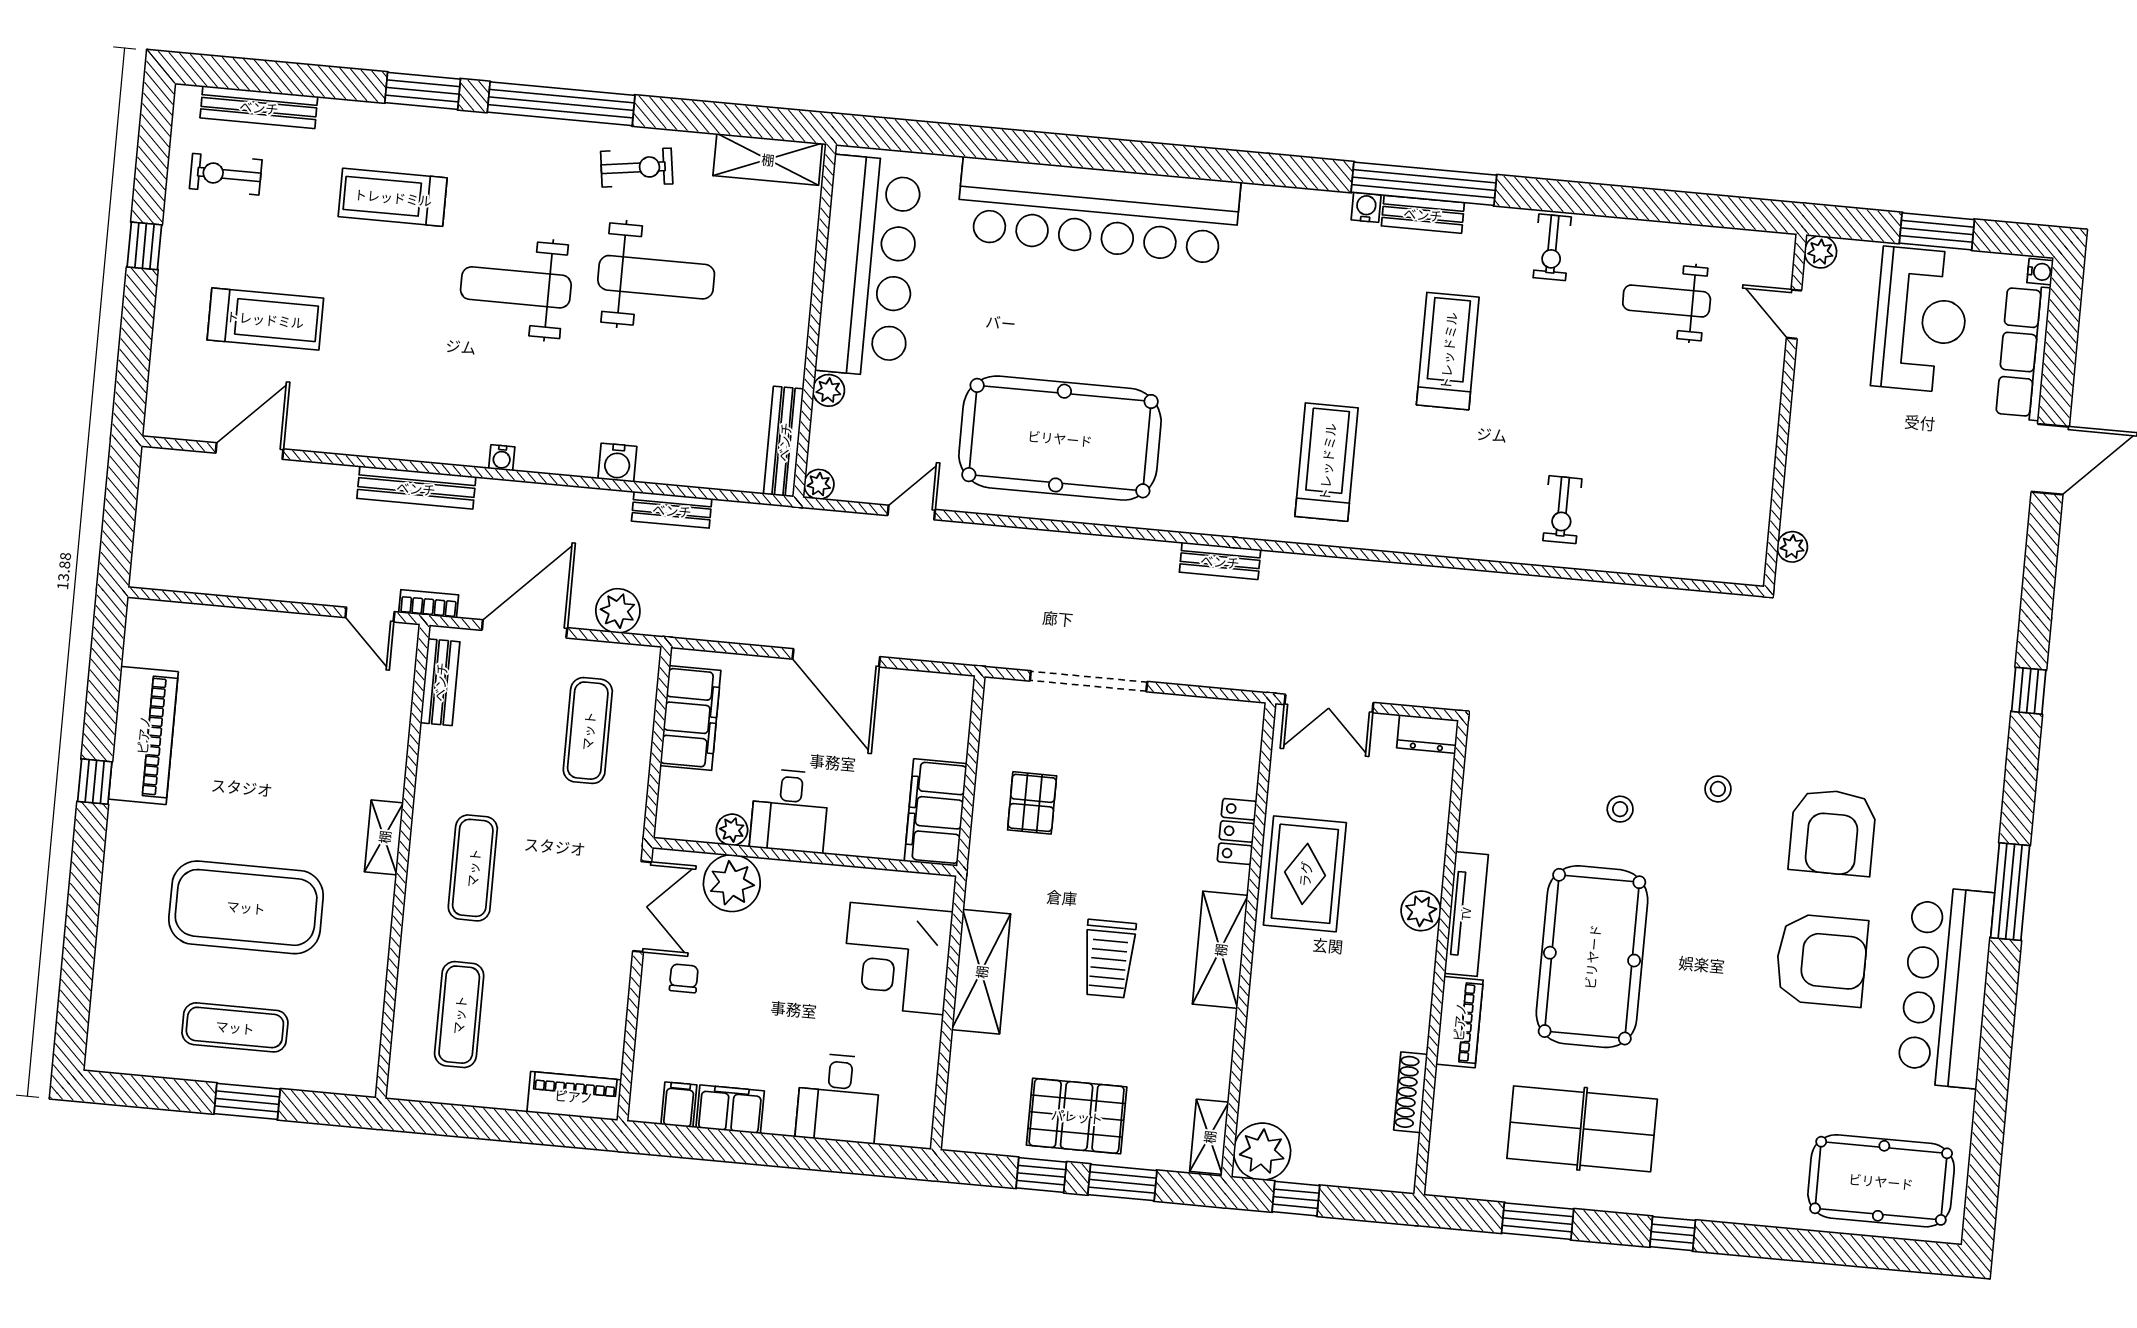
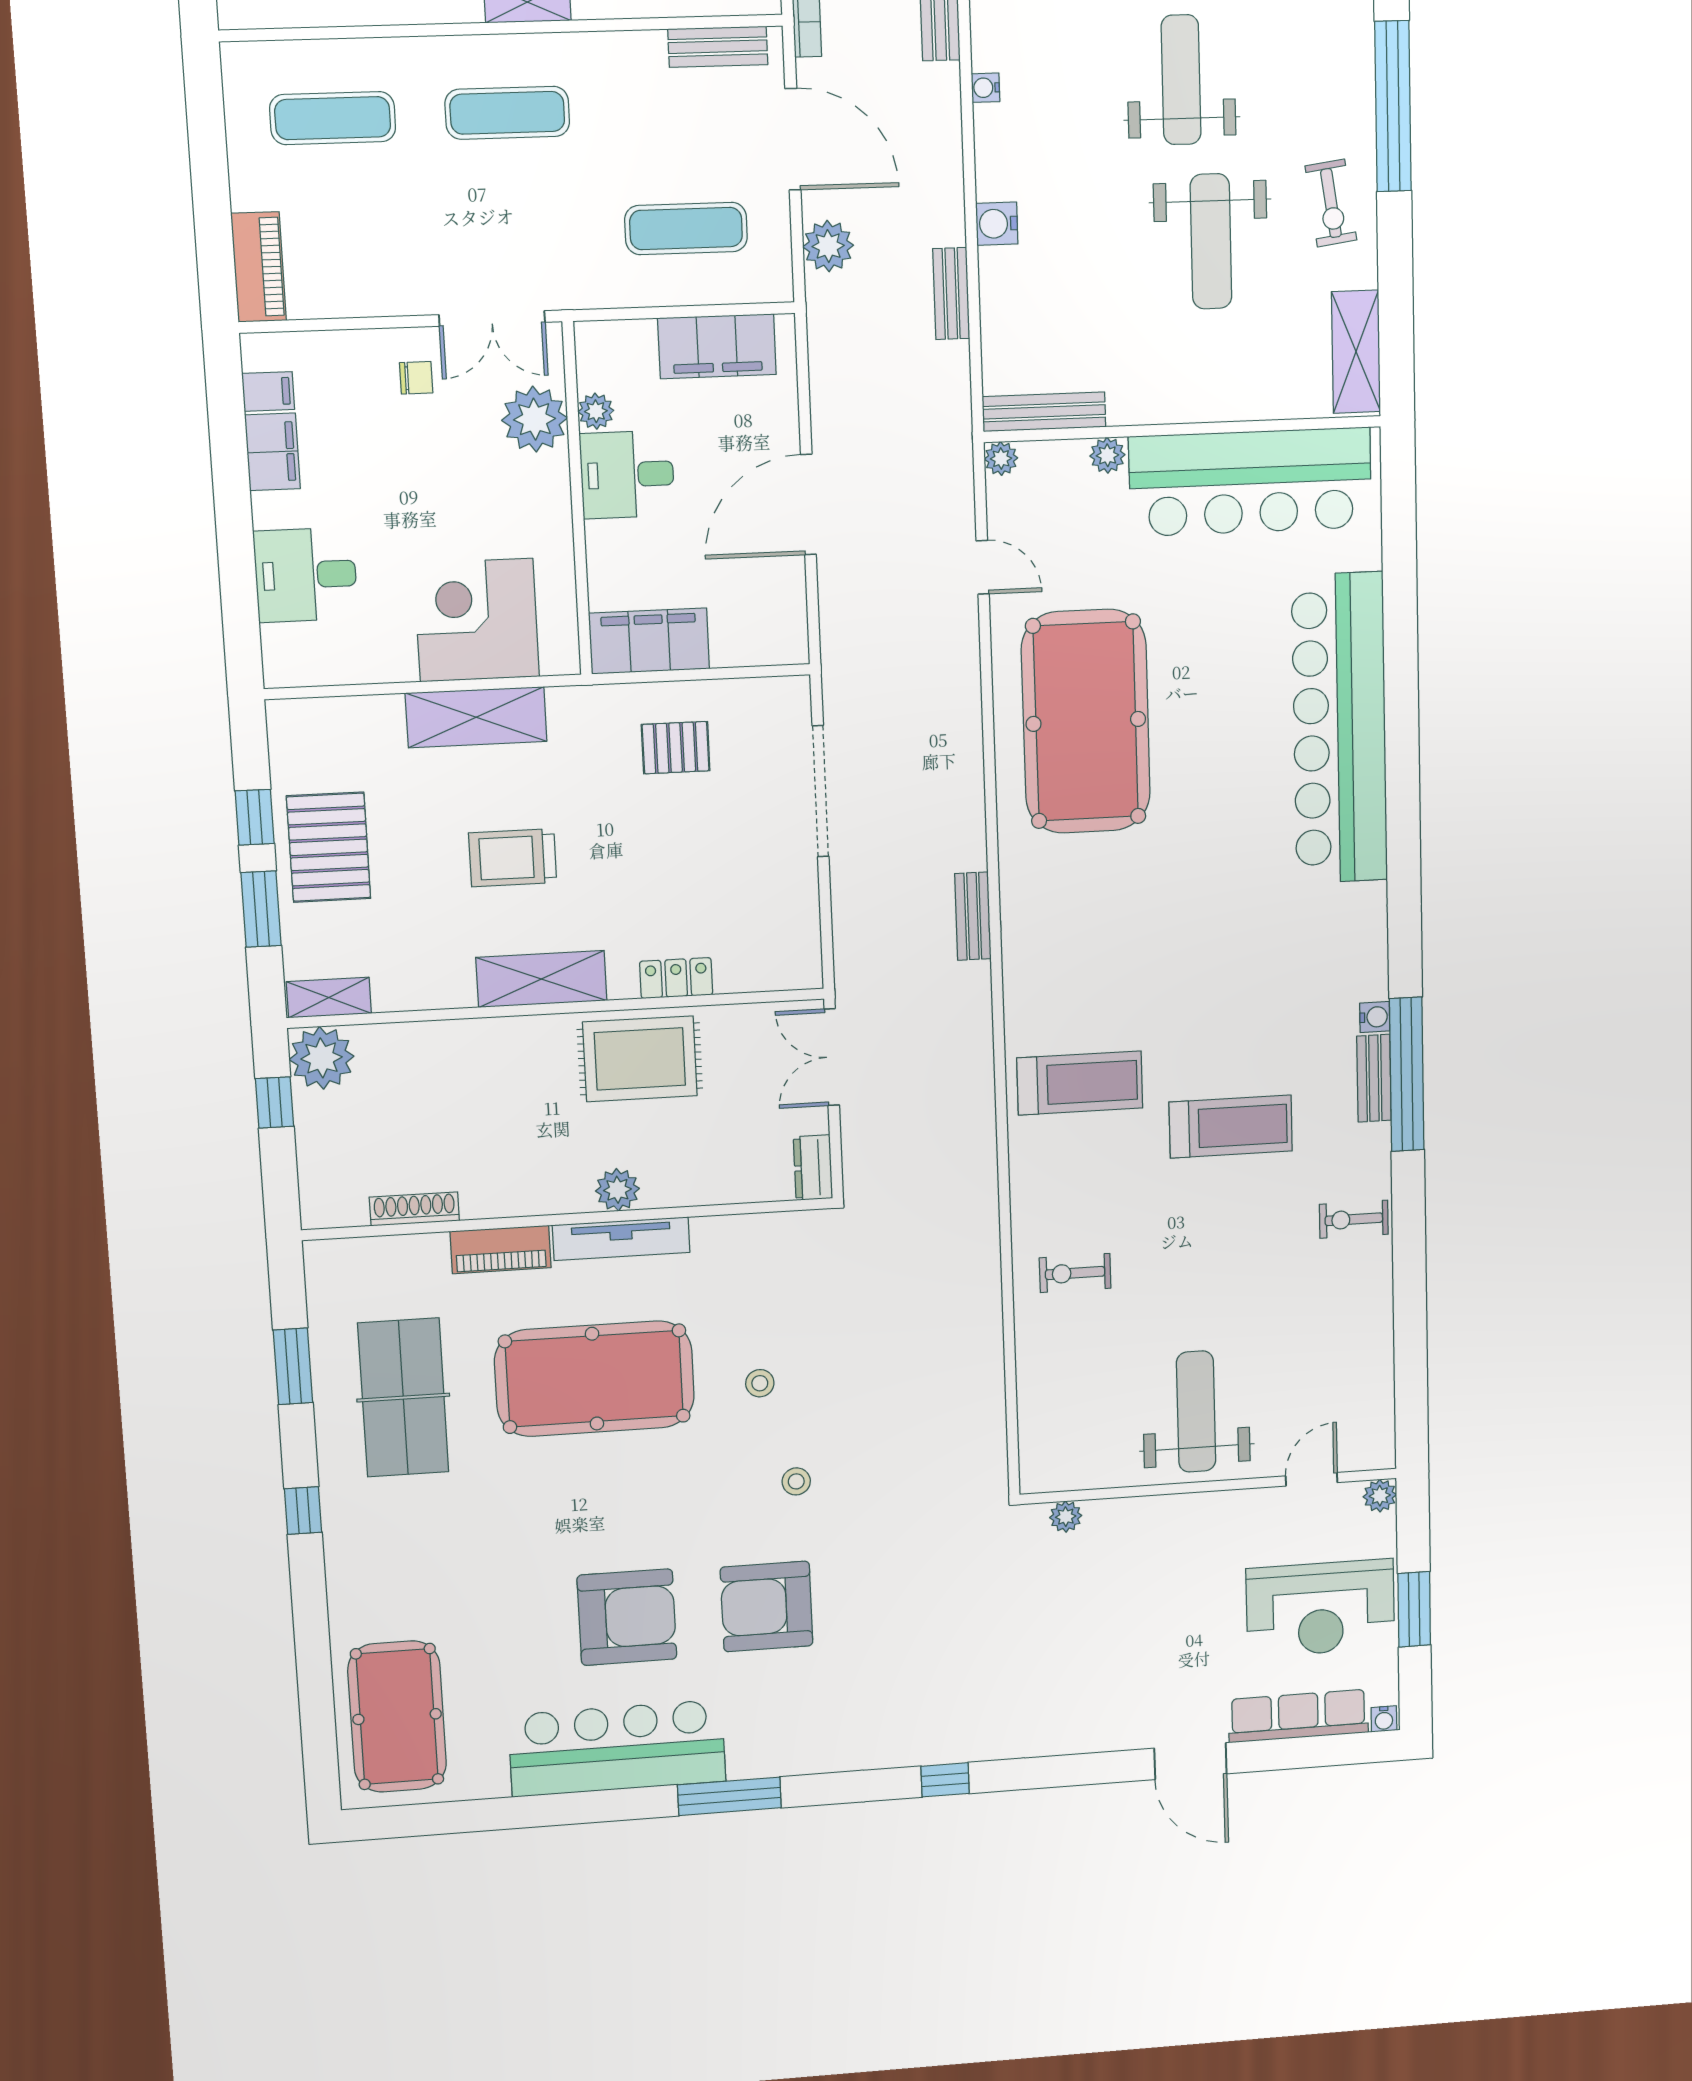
weight bench: (1667, 301) -> (1196, 1412), moved, width x1.36, depth x1.33
treadmill: (1327, 462) -> (1080, 1083), moved
armchair: (1821, 960) -> (627, 1617), turned -90

